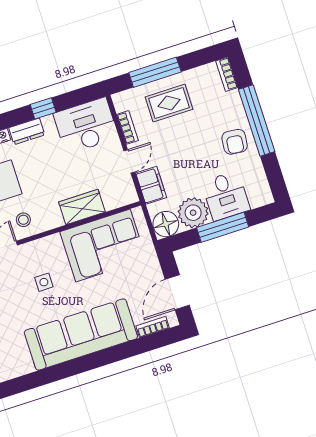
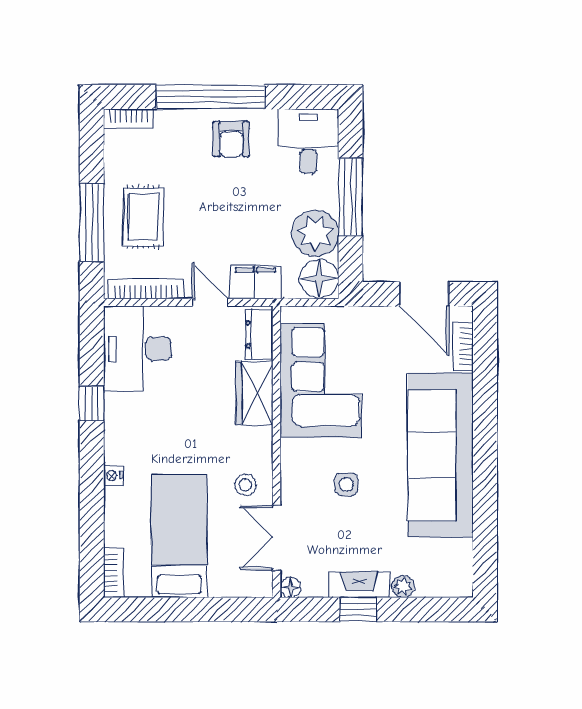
bookcase: (127, 127) -> (146, 289), width x1.56
dresser: (27, 131) -> (259, 334), moved, turned 180
armchair: (235, 142) -> (231, 139), turned 84
desk: (226, 196) -> (308, 141), moved, turned -90

